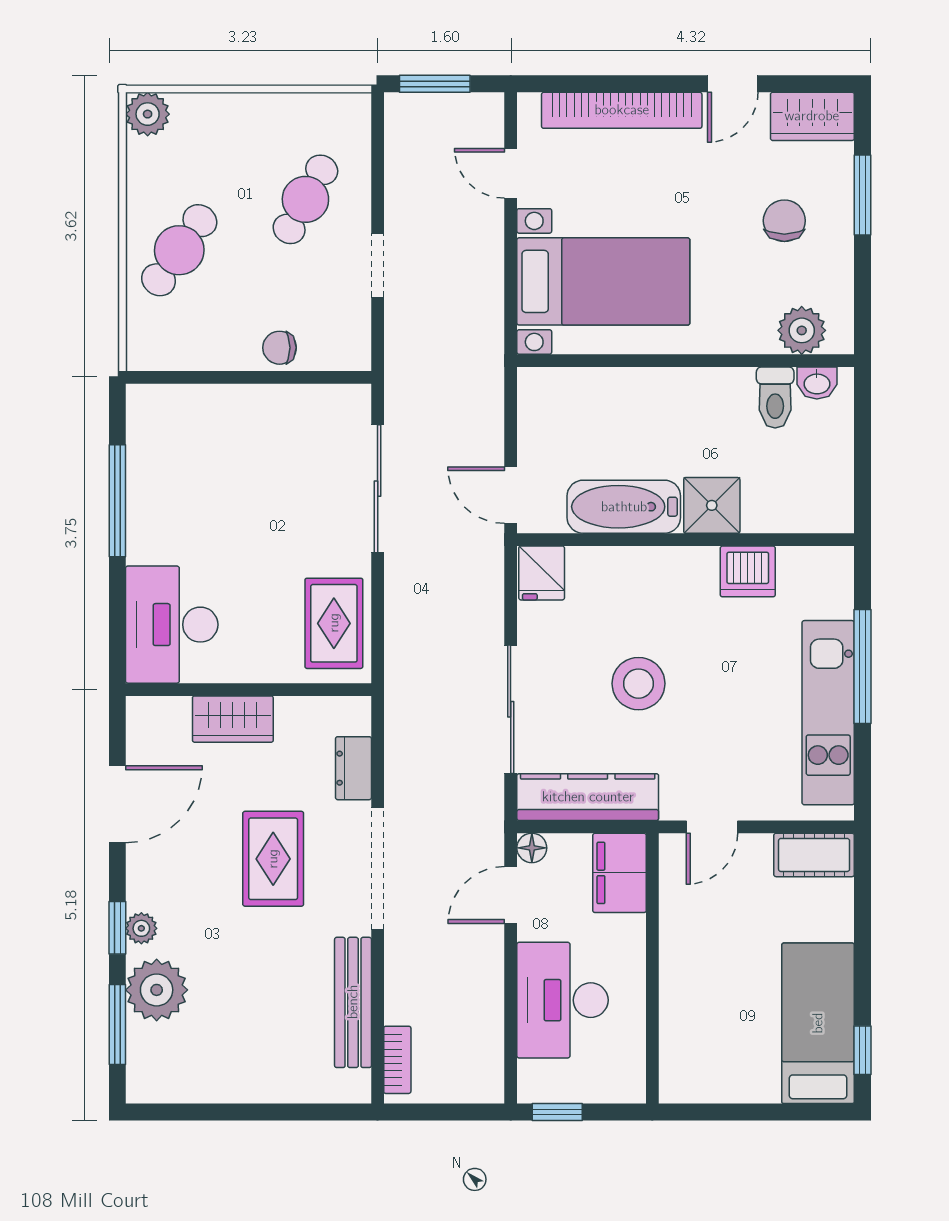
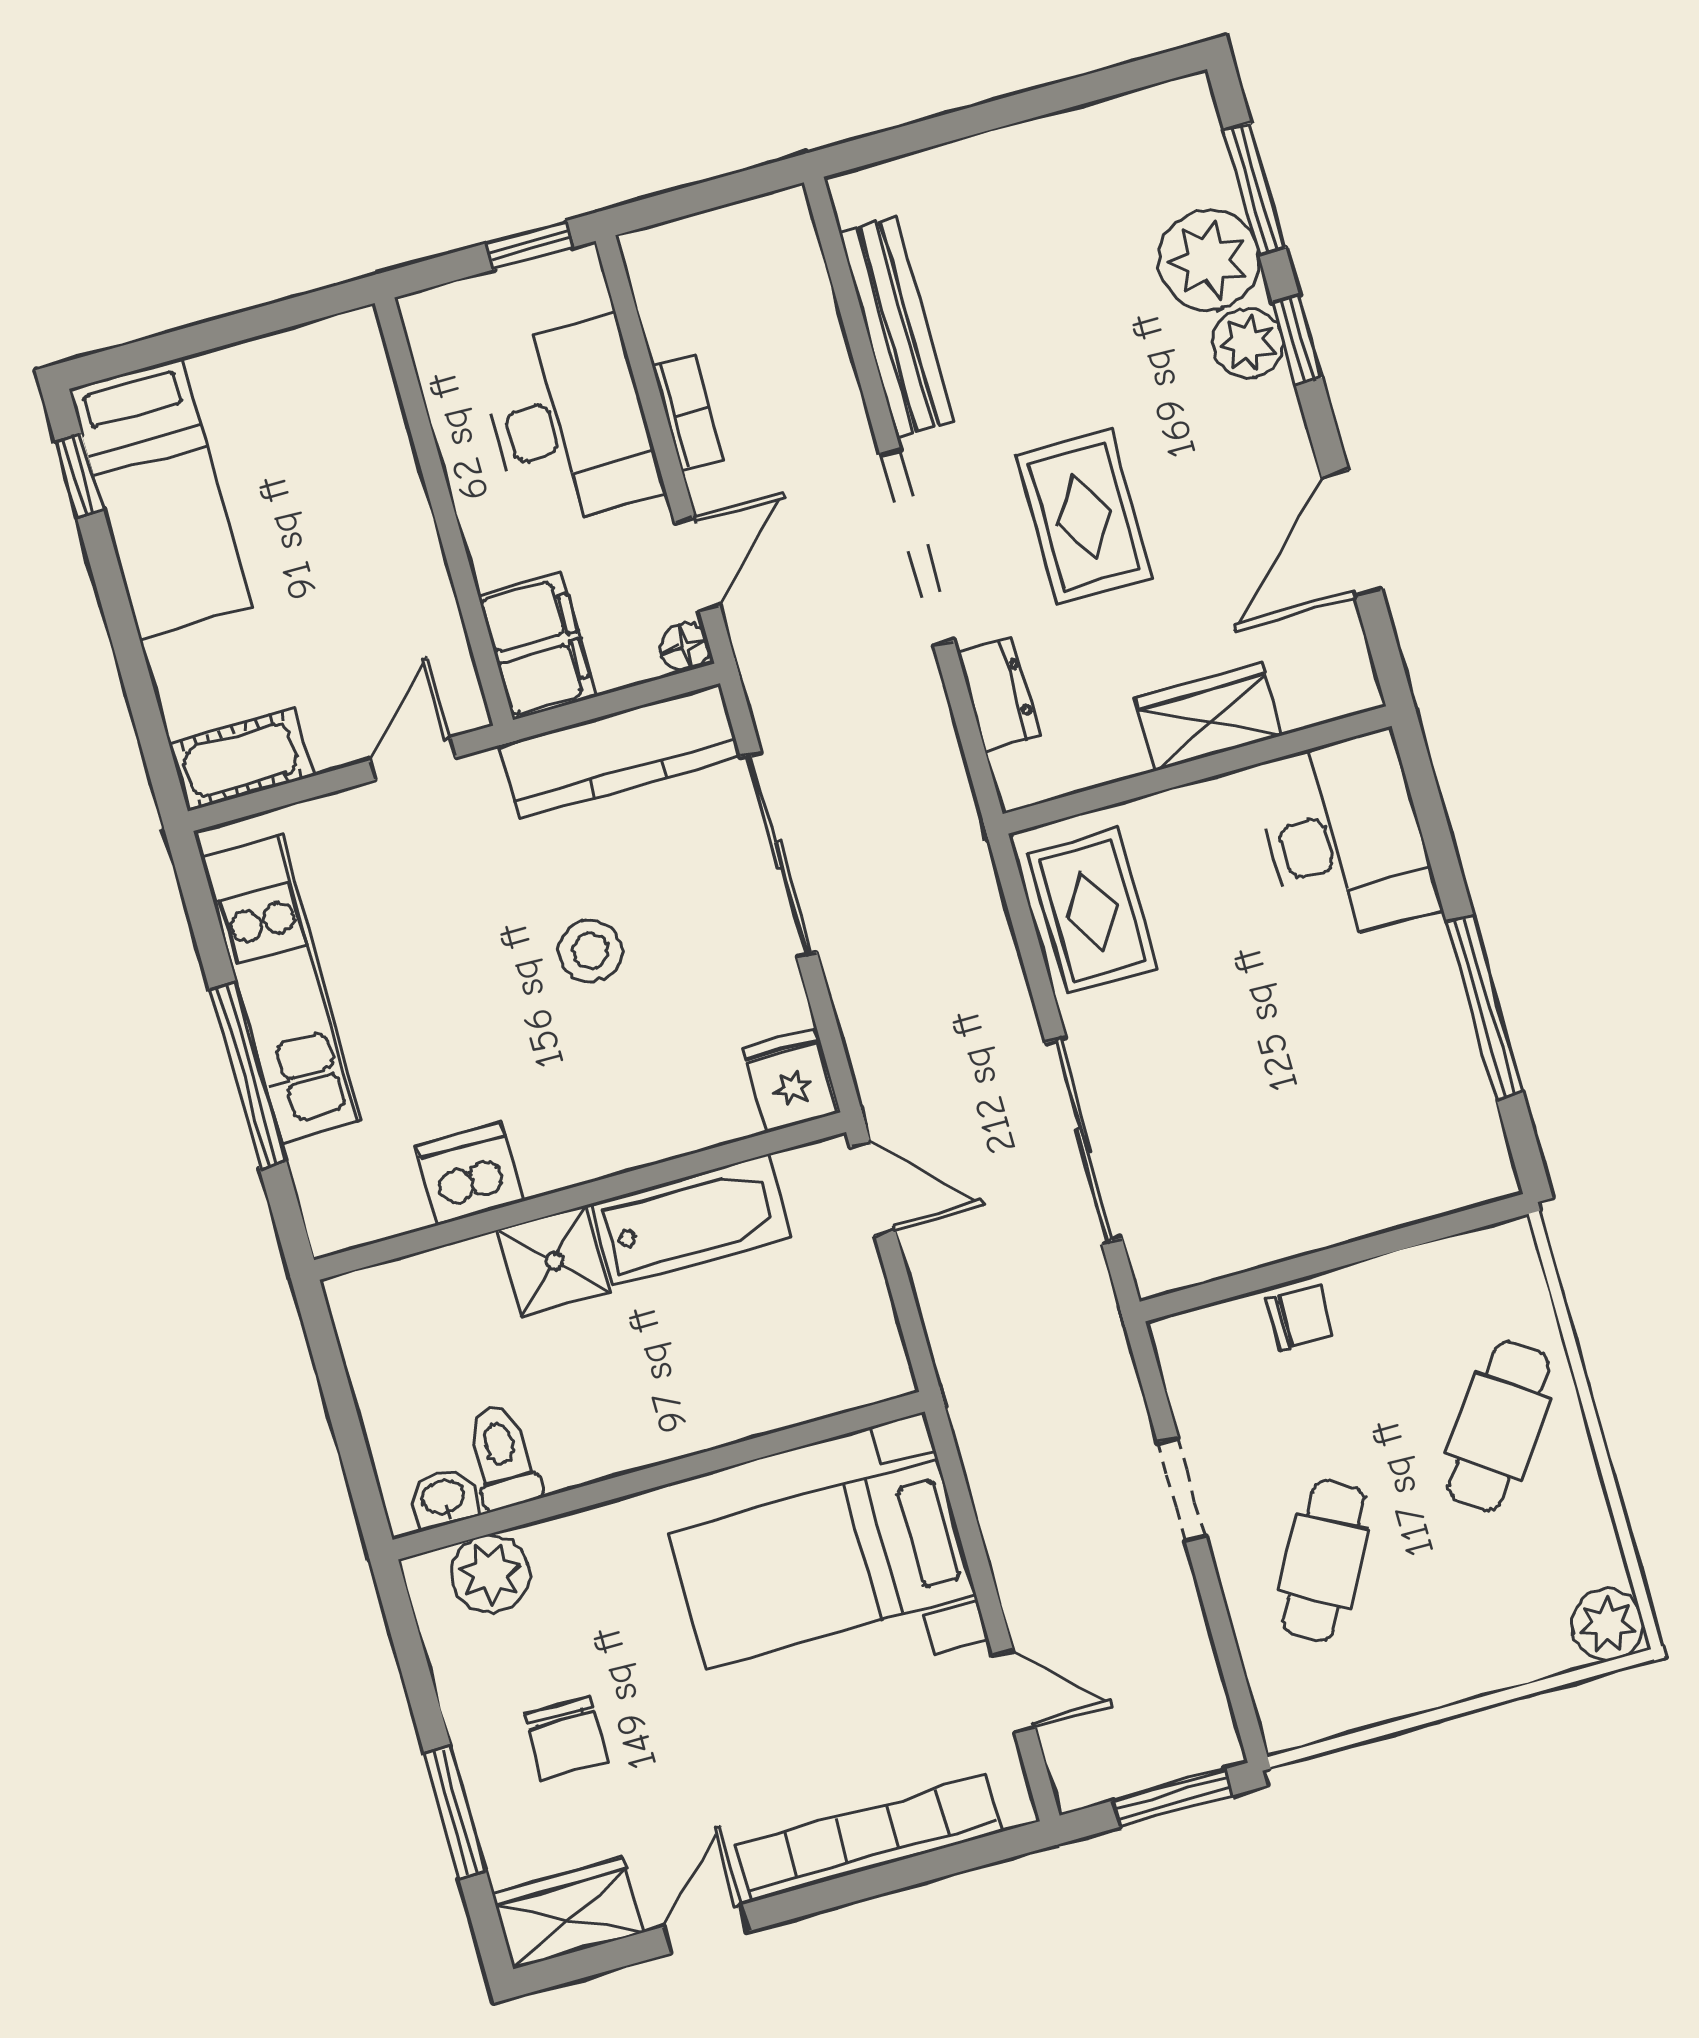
stool: (639, 684) -> (590, 951), width x0.73, depth x0.73
plant: (141, 928) -> (1248, 343), width x1.38, depth x1.38
bookcase: (397, 1060) -> (688, 413), moved, turned 180

